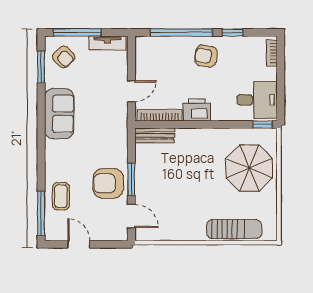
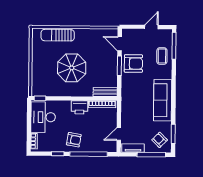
door: (131, 91) -> (119, 134), moved
desk: (257, 100) -> (43, 117), width x1.37
sofa: (59, 114) -> (163, 100), width x1.36
parasol: (249, 168) -> (72, 68), moved
door: (79, 244) -> (151, 27), swing flipped

